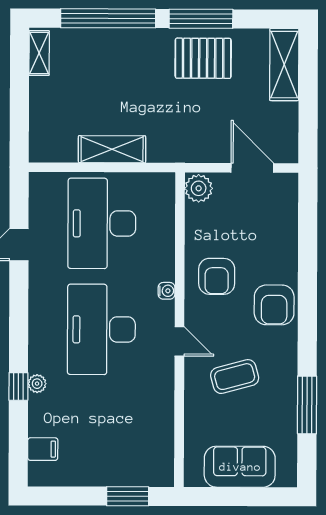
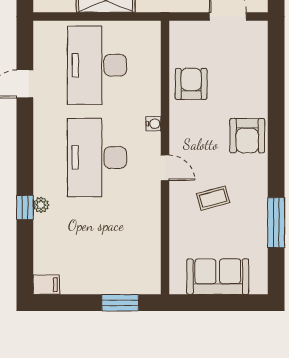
plant: (199, 188) -> (181, 34), removed
armchair: (217, 276) -> (191, 84), moved, turned 180
coffee table: (235, 377) -> (213, 198), width x0.73, depth x0.77
filing cabinet: (43, 449) -> (46, 285), moved

